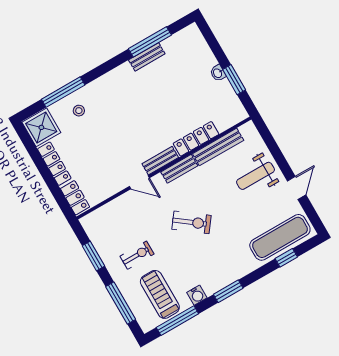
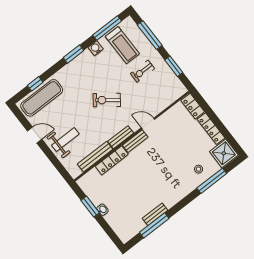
door: (297, 188) -> (35, 135), swing flipped

